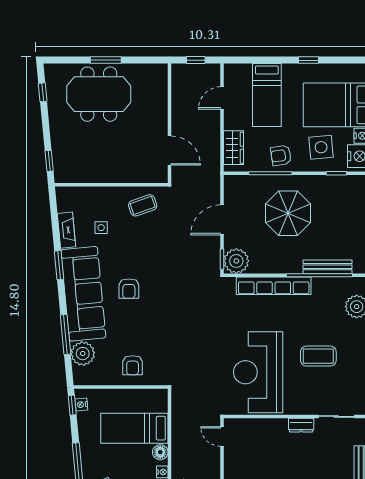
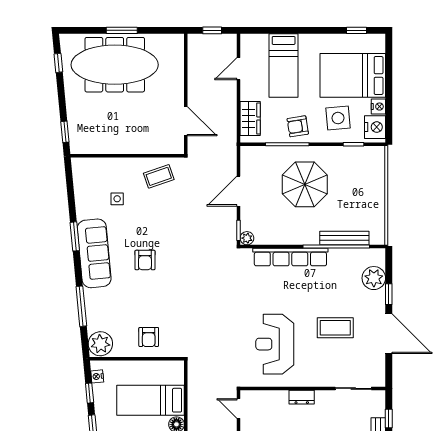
window: (308, 60) -> (356, 30), moved
meeting table: (99, 94) -> (115, 65), width x1.36
fireplace: (66, 230) -> (82, 201), removed
plant: (236, 261) -> (247, 238), width x0.53, depth x0.53
sofa: (83, 294) -> (94, 253), width x0.74, depth x0.79
plant: (83, 354) -> (100, 344), moved
reception desk: (258, 372) -> (275, 344), width x0.74, depth x0.77
window: (72, 405) -> (90, 393), moved
dresser: (301, 425) -> (302, 397), moved

